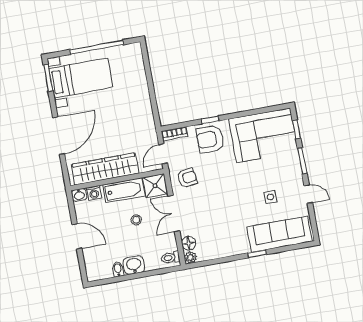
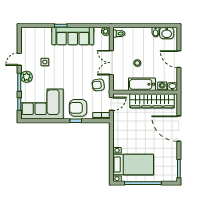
bed with nightstands: (81, 78) -> (133, 165), moved, turned 180
door: (59, 136) -> (179, 129), hinge flipped
armchair: (210, 139) -> (78, 108), turned 180
plant: (293, 171) -> (27, 77), added
shower: (155, 186) -> (121, 84), removed
door: (308, 194) -> (19, 59), hinge flipped
double door: (174, 214) -> (111, 63), swing flipped
sofa: (279, 234) -> (73, 36), moved
floor lamp: (189, 243) -> (105, 41), removed
washbasin: (134, 265) -> (167, 33), moved

